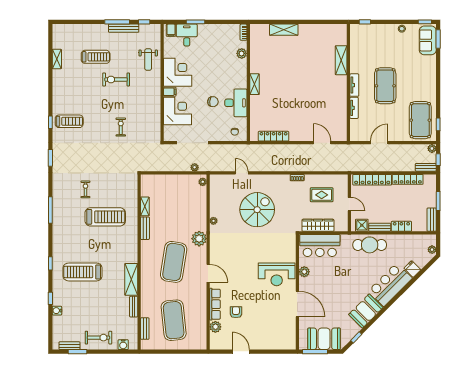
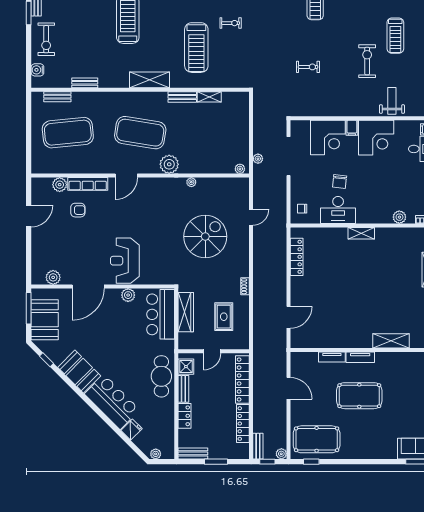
weight bench: (148, 60) -> (392, 101), turned 90
spiral stairs: (257, 210) -> (205, 236), turned -90
shelving: (131, 279) -> (149, 80), moved
plant: (290, 332) -> (53, 277), added

